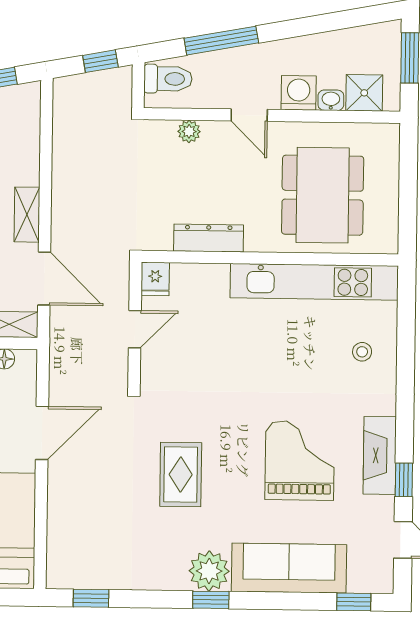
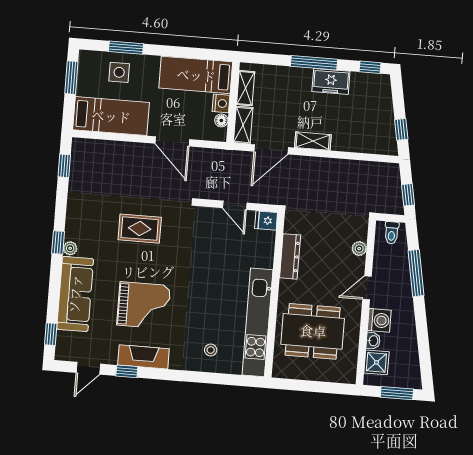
toilet: (168, 79) -> (392, 233), width x0.73, depth x0.72
plant: (209, 571) -> (70, 248), width x0.53, depth x0.53

